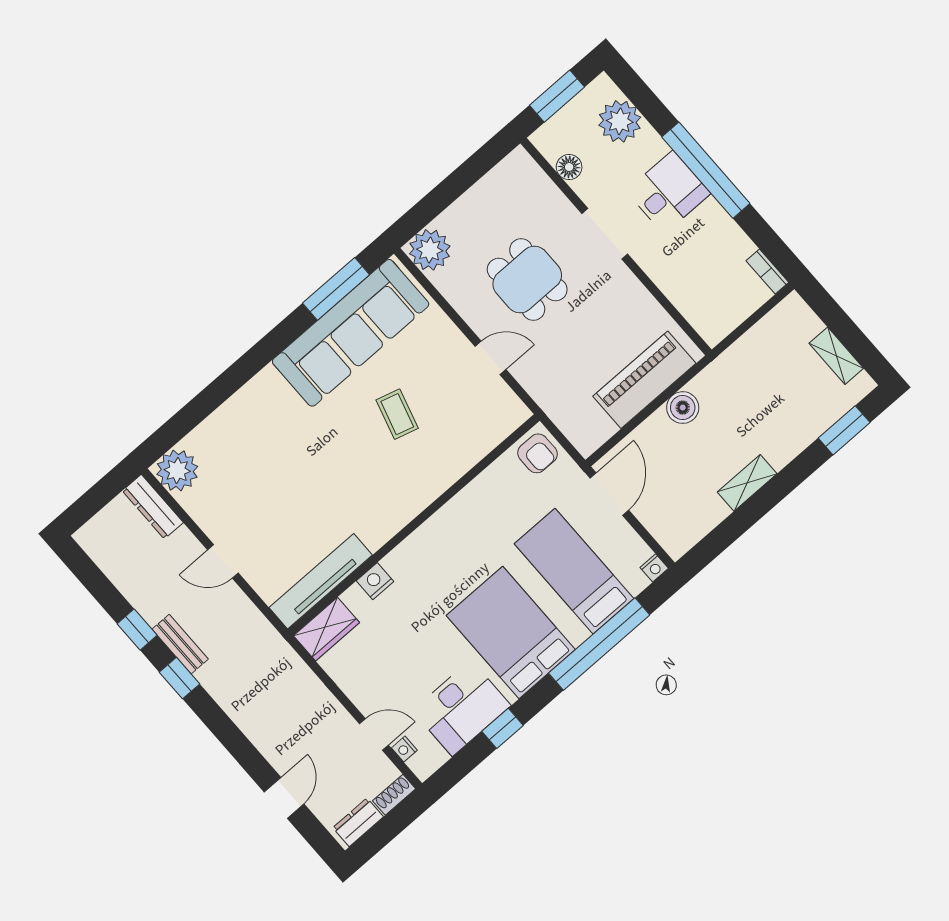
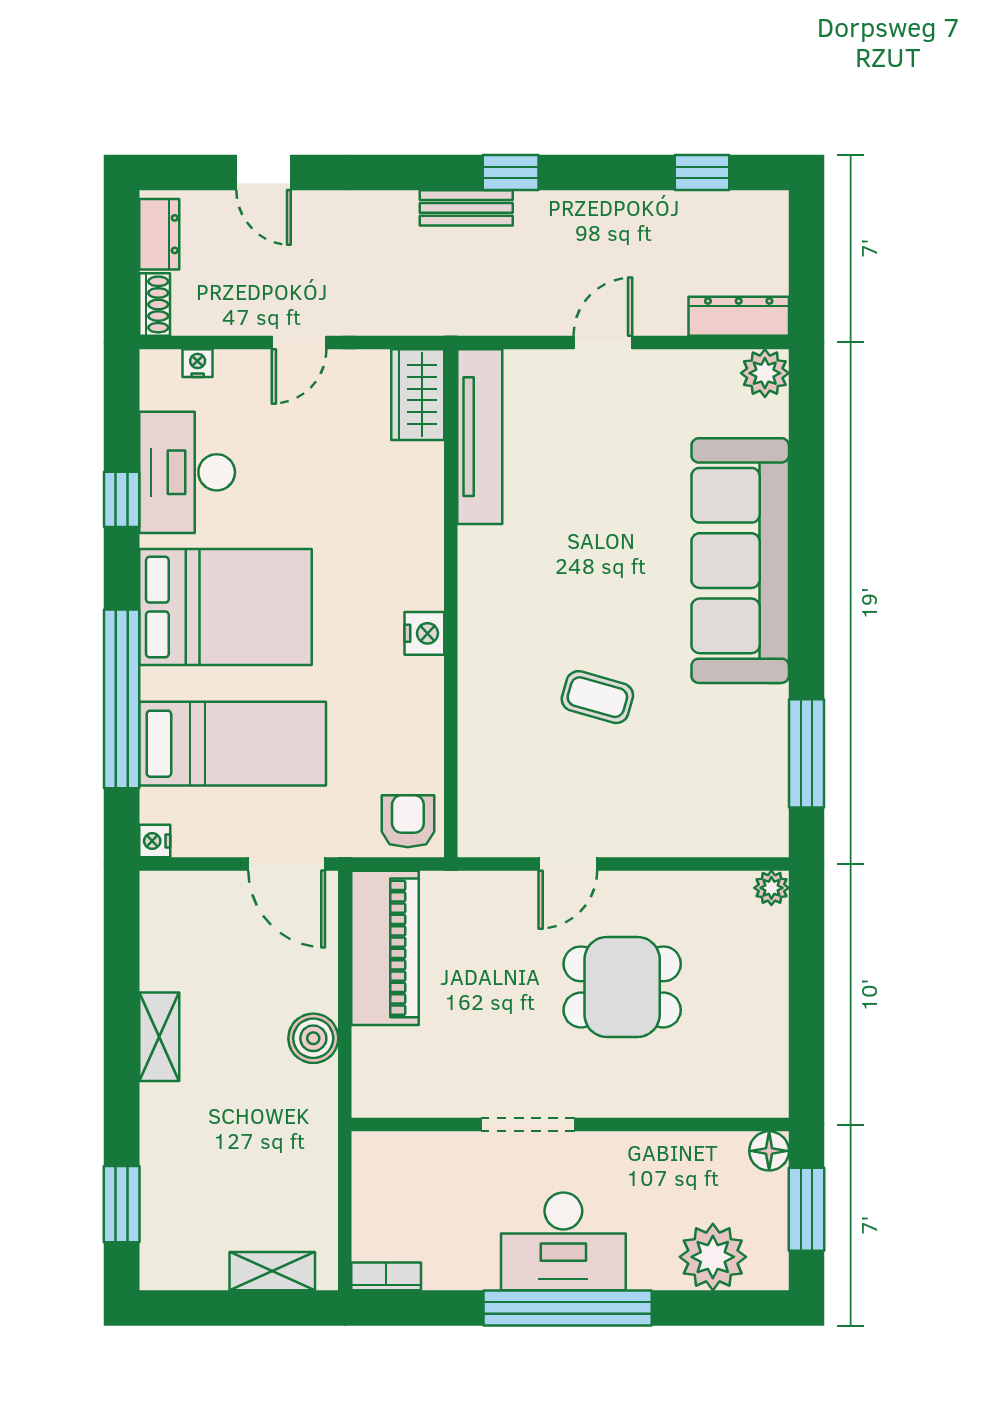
floor lamp: (569, 167) -> (769, 1151), moved
desk: (668, 192) -> (563, 1241), width x1.37
doorway: (605, 234) -> (528, 1125), moved
plant: (430, 250) -> (771, 888), width x0.53, depth x0.53
sofa: (351, 333) -> (740, 561), moved
shelving: (836, 356) -> (272, 1271), moved
piano: (644, 380) -> (385, 948), moved
armchair: (537, 453) -> (408, 821), turned 90
plant: (177, 470) -> (765, 373), width x0.73, depth x0.73
nightstand: (375, 581) -> (424, 633), moved
window: (137, 629) -> (702, 172), moved
bench: (180, 644) -> (466, 208), moved
door: (374, 734) -> (299, 343), moved

